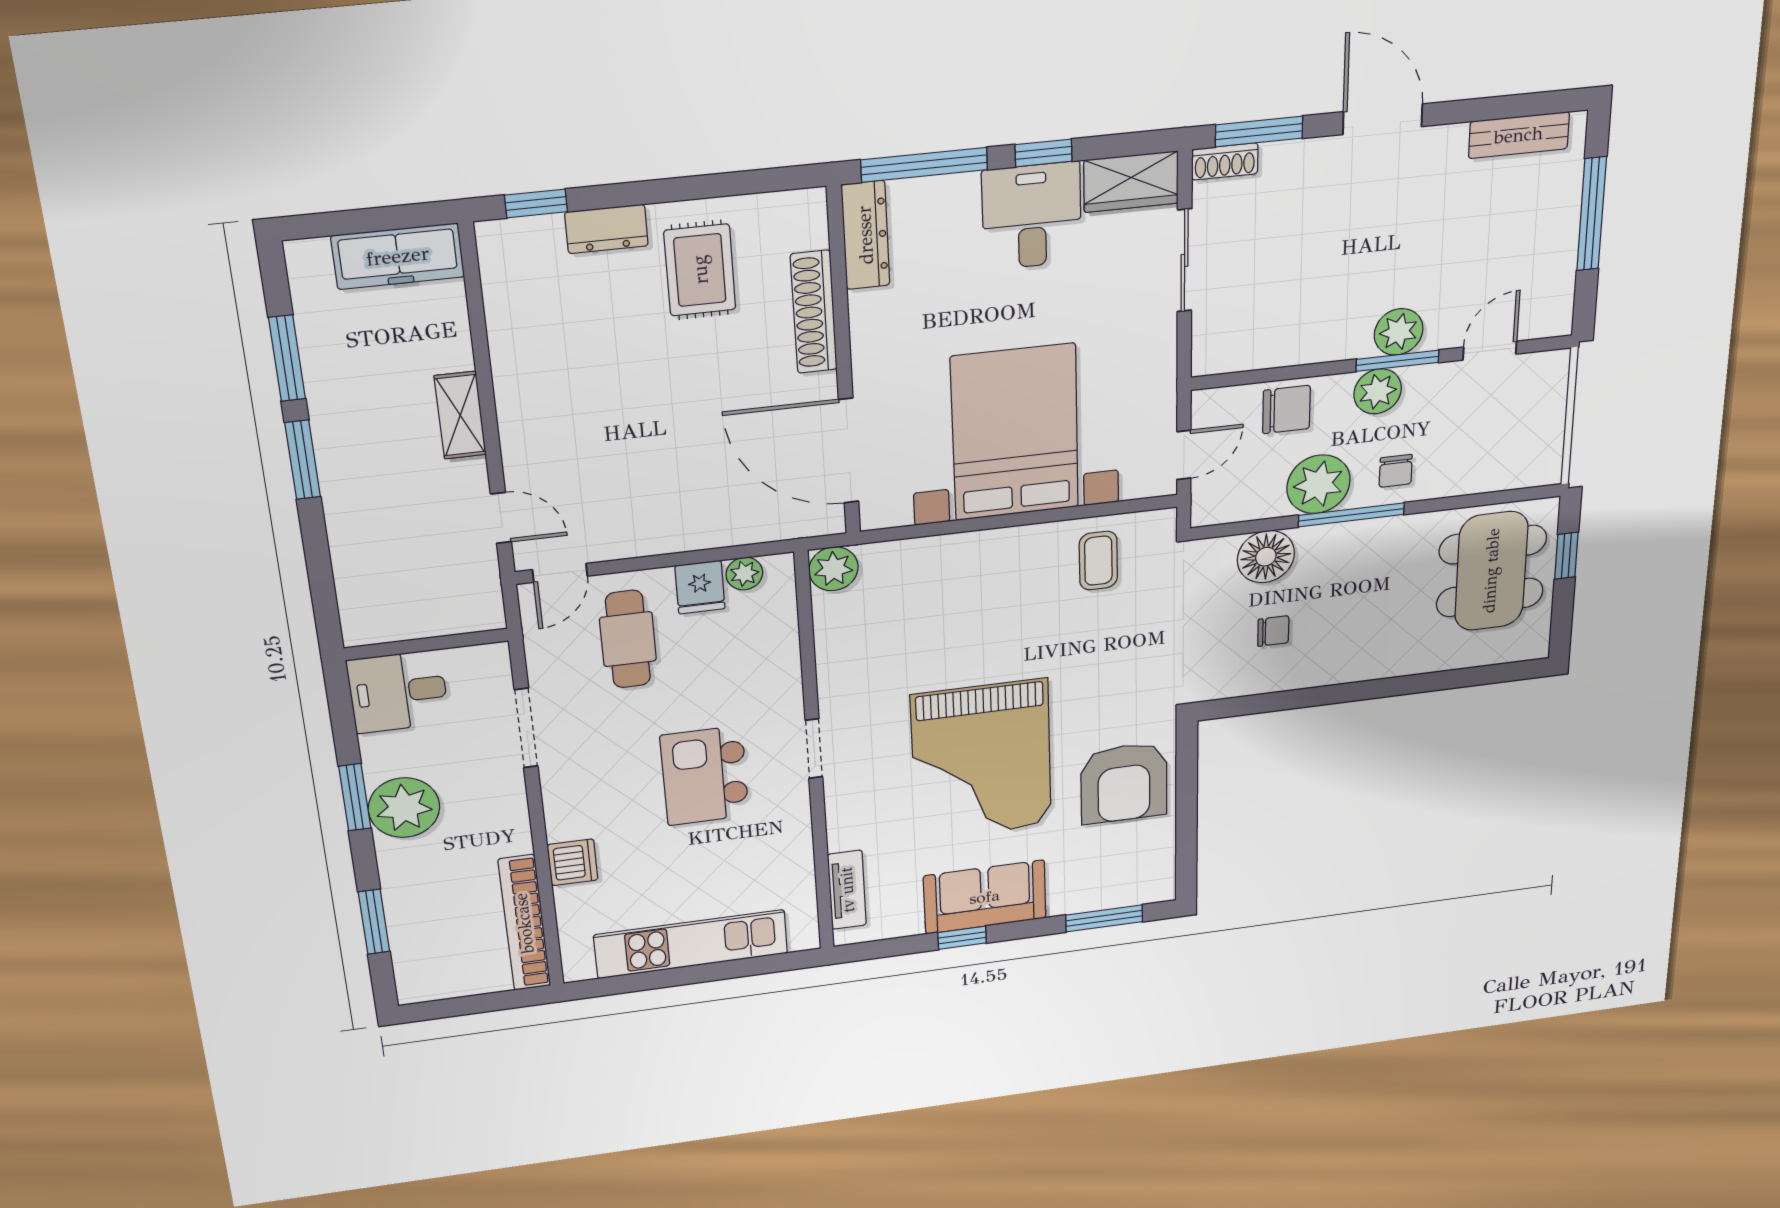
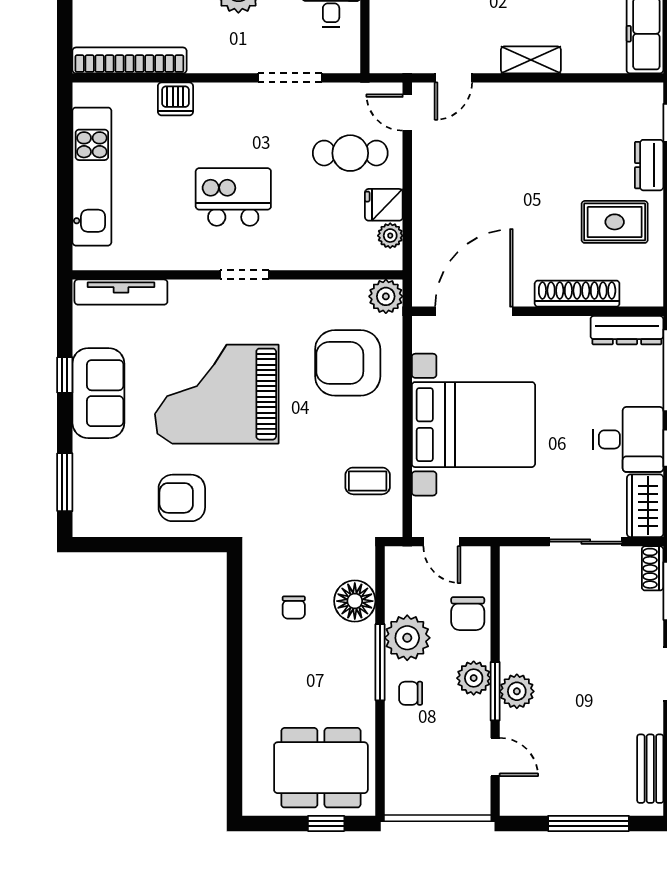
armchair: (932, 606) -> (348, 363), added
armchair: (1124, 783) -> (182, 498), width x0.73, depth x0.73
tv unit: (847, 890) -> (121, 292), width x1.41

